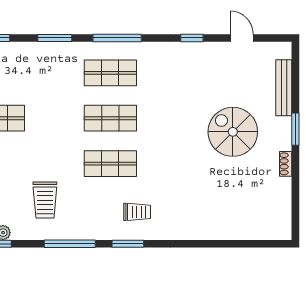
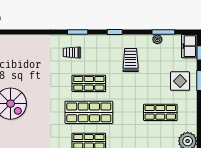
shop shelf: (110, 118) -> (89, 112), width x1.43, depth x1.36
window: (70, 244) -> (115, 32), width x0.46

